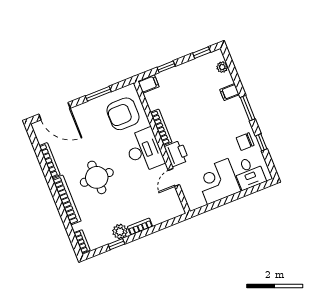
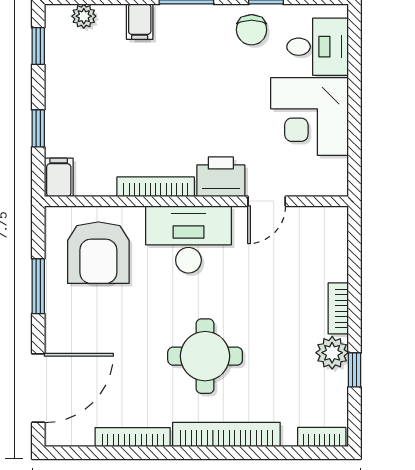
door: (174, 177) -> (267, 201), hinge flipped

